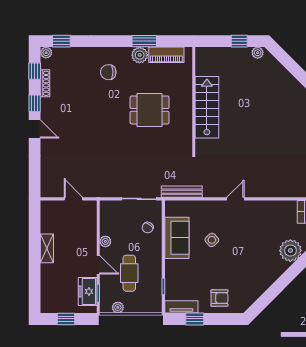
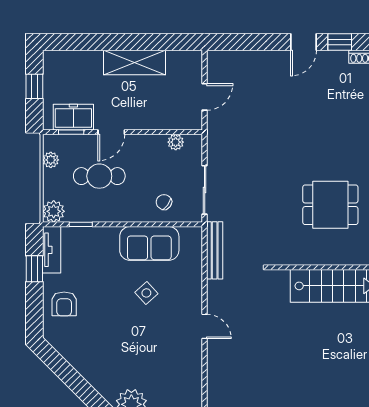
dining table: (150, 110) -> (330, 205), turned 90
plant: (105, 241) -> (176, 142), moved
shelving: (47, 248) -> (134, 63), width x1.50, depth x1.33
plant: (154, 305) -> (54, 211), added

